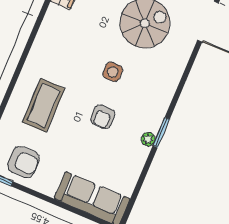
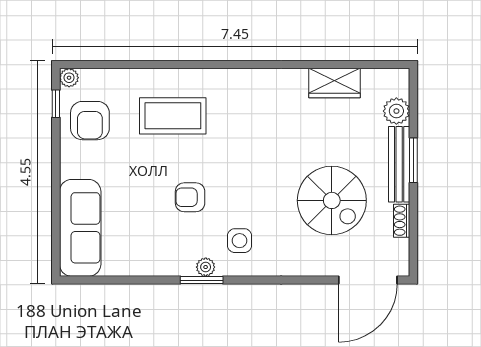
side table: (113, 72) -> (240, 241), moved
plant: (148, 139) -> (206, 267), moved

